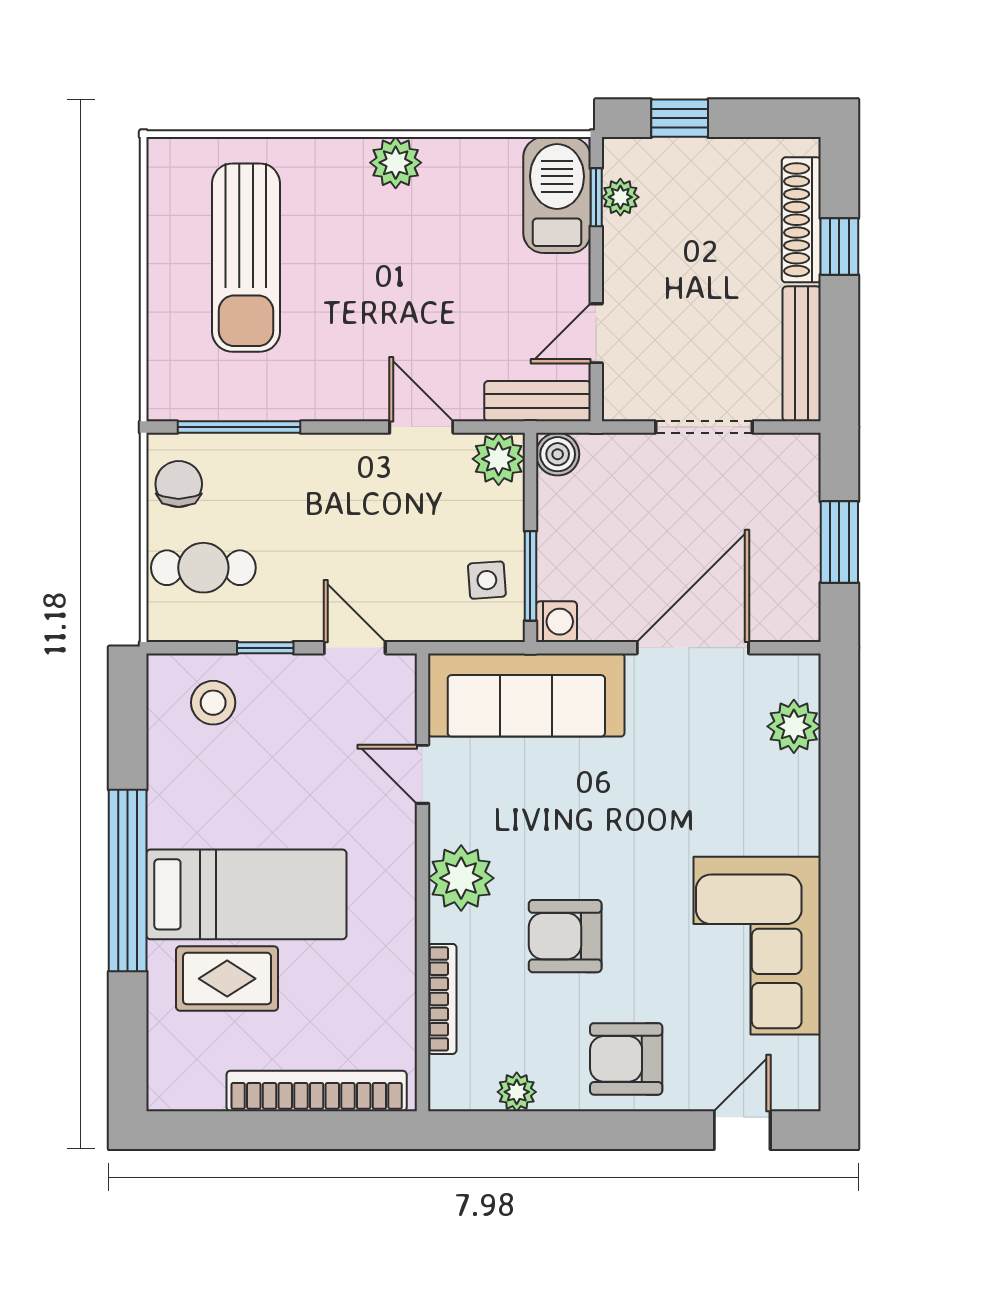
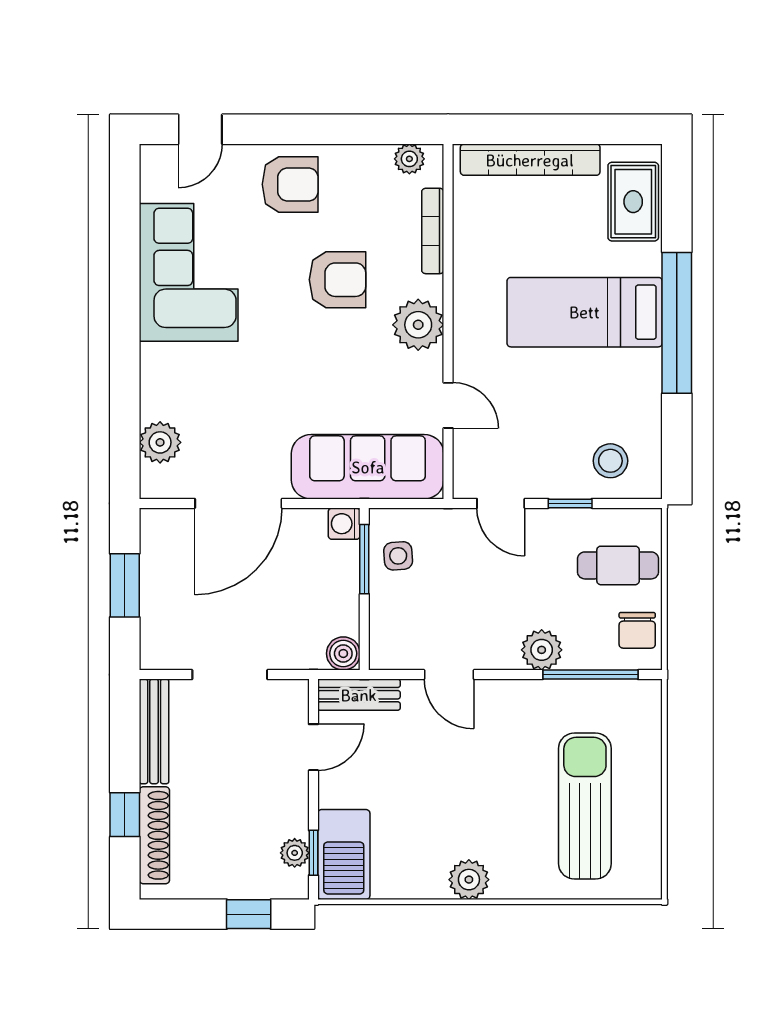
plant: (499, 459) -> (542, 650), moved
rug: (227, 979) -> (633, 202), moved, turned 90
plant: (517, 1092) -> (409, 159), moved

